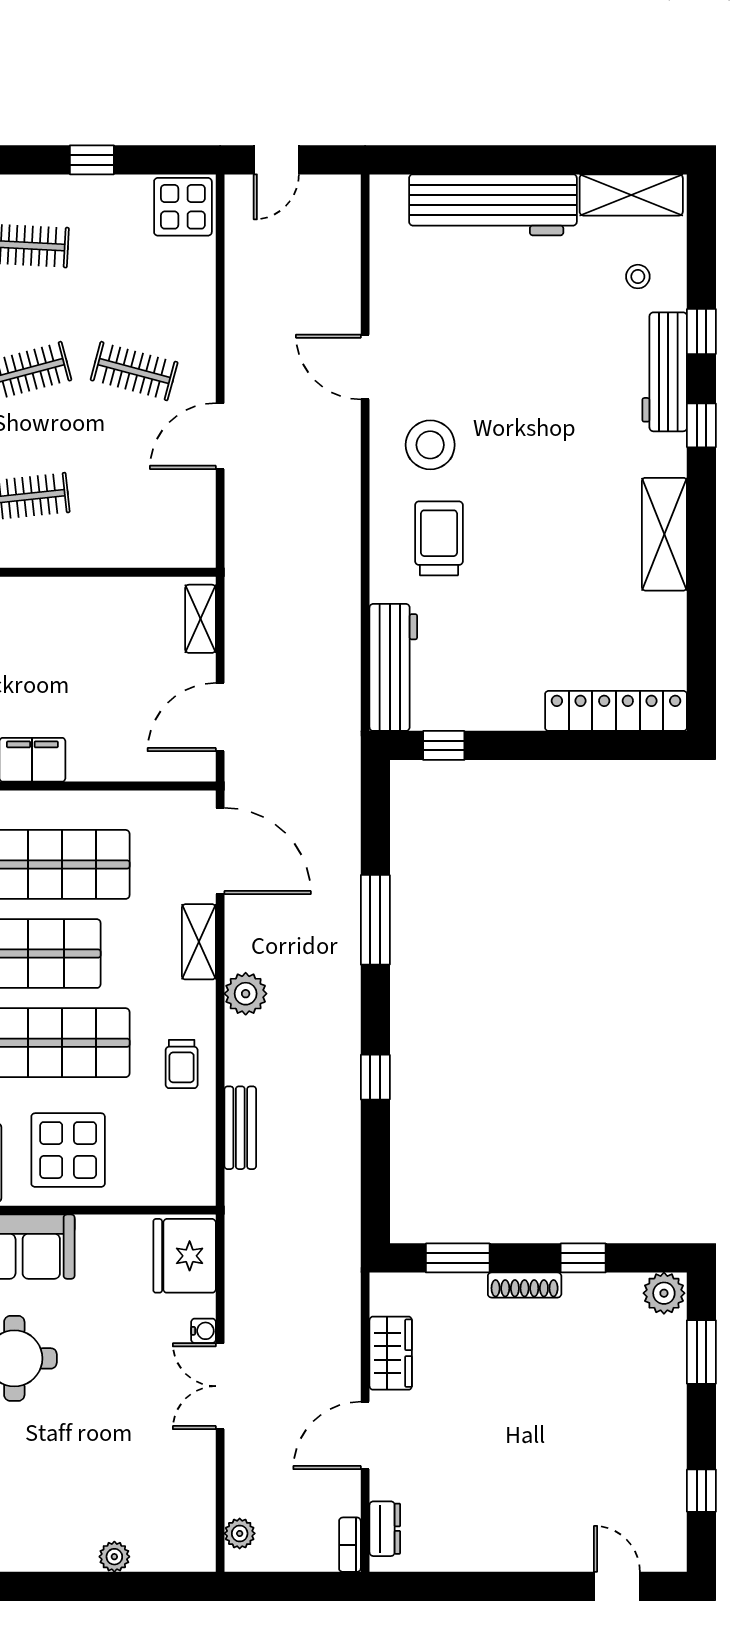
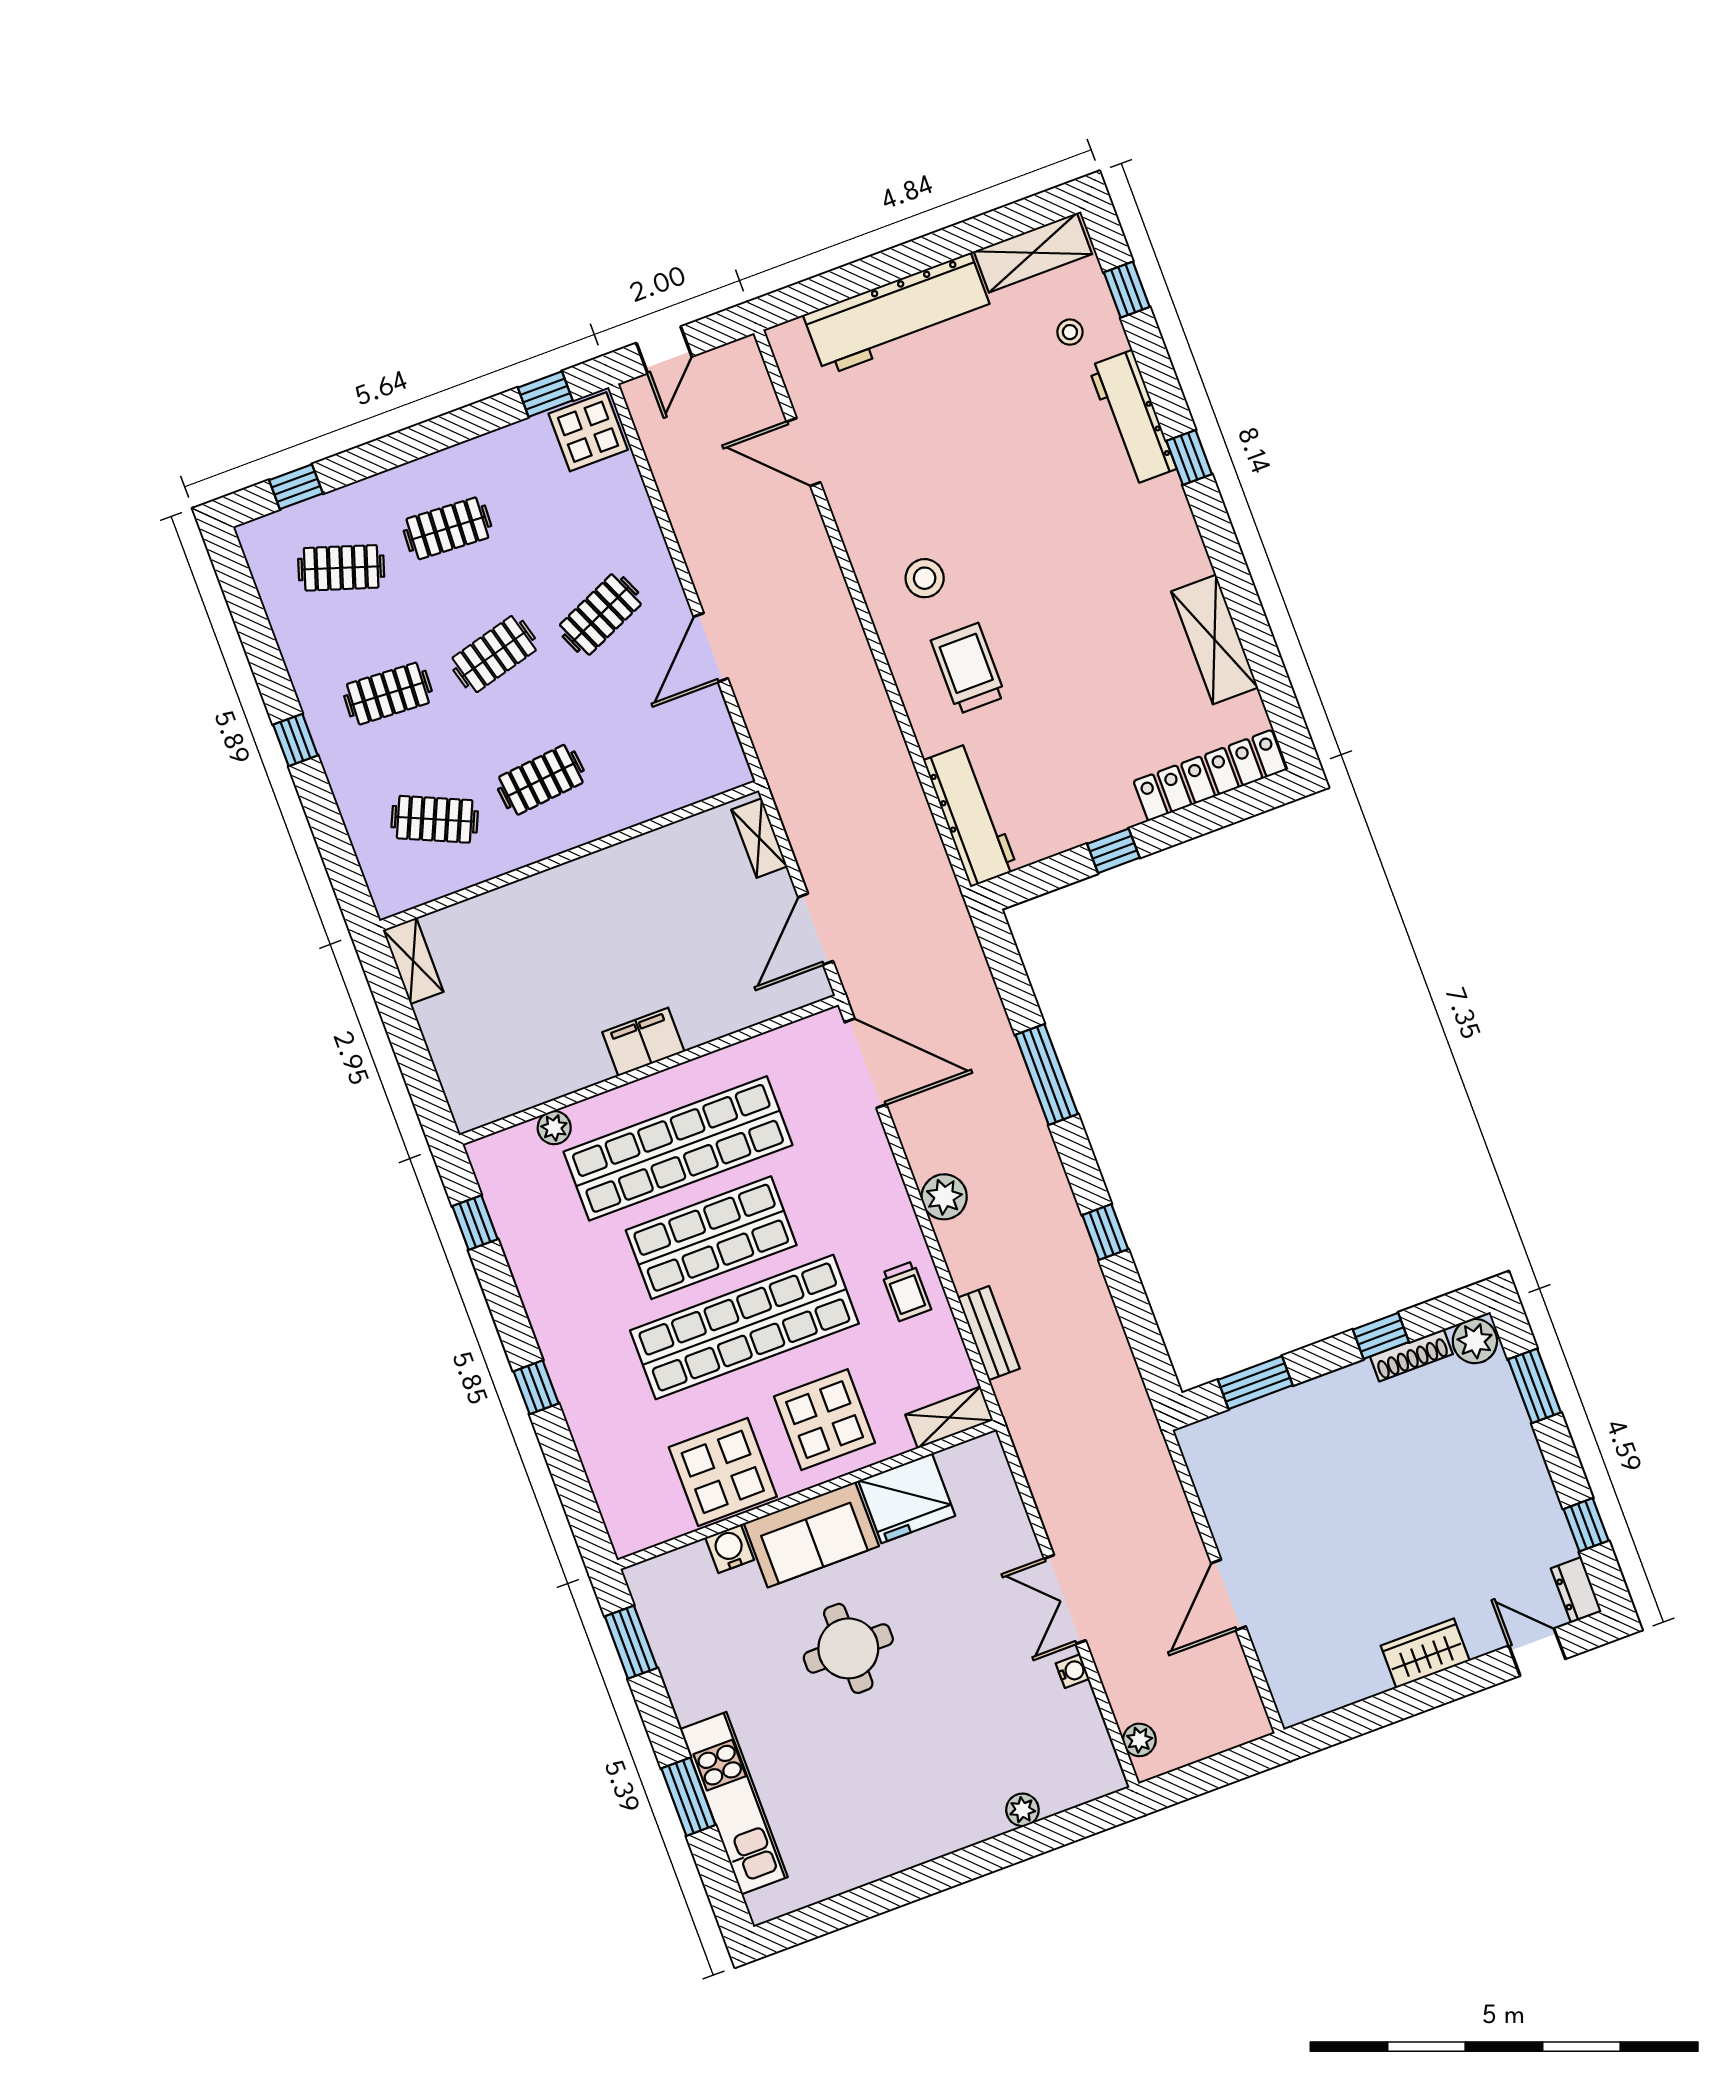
window: (92, 160) -> (545, 394), moved
window: (701, 332) -> (1127, 290), moved
door: (365, 367) -> (804, 452), moved
clothes rail: (134, 371) -> (600, 615), turned -39
stool: (430, 445) -> (925, 578), width x0.73, depth x0.73
shelving: (664, 534) -> (1215, 639), moved
window: (444, 745) -> (1113, 851), moved
shelving: (199, 942) -> (949, 1418), moved, turned 90
fridge: (185, 1256) -> (907, 1498), moved, turned -90
shoe rack: (525, 1285) -> (1411, 1355), moved
water cooler: (203, 1331) -> (1073, 1671), moved
wardrobe: (391, 1353) -> (1425, 1653), moved, turned -90
dresser: (385, 1529) -> (1576, 1590), moved, turned 180
bookcase: (350, 1545) -> (1254, 1710), removed

